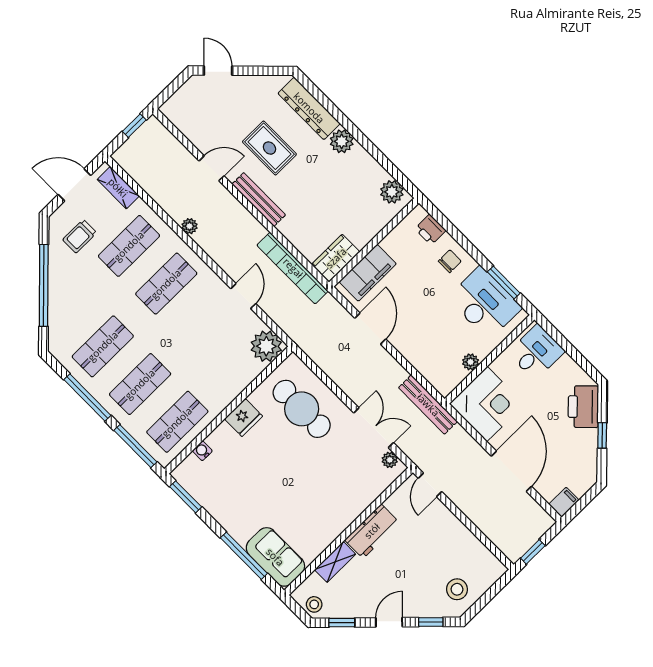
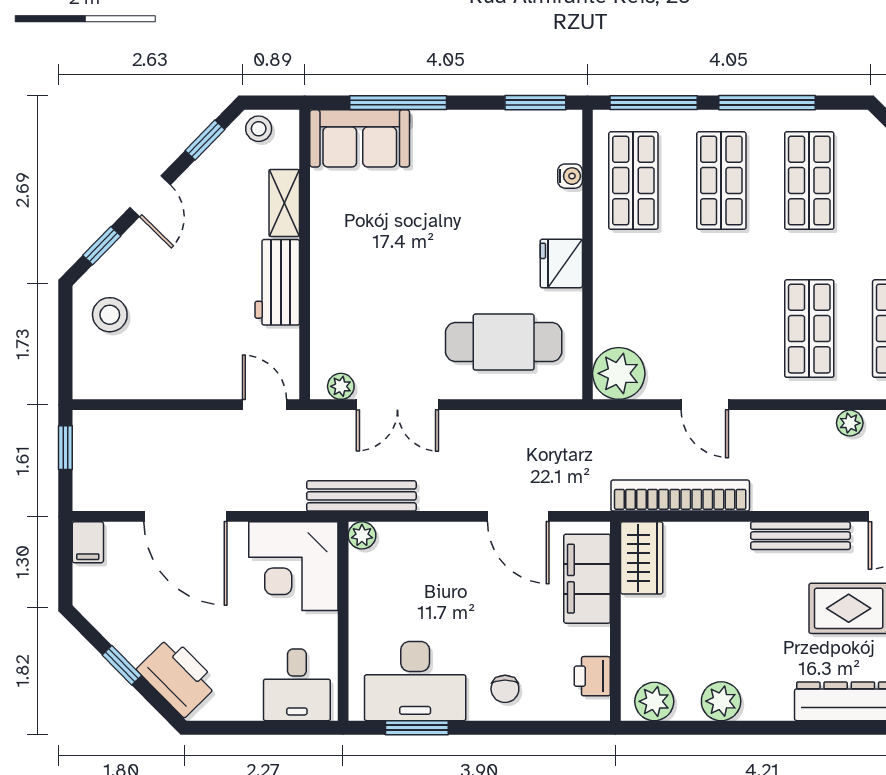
plant: (342, 141) -> (721, 701), moved
printer: (430, 230) -> (592, 676), moved, turned -90
plant: (471, 362) -> (362, 535), moved

